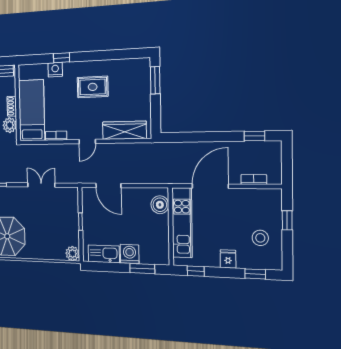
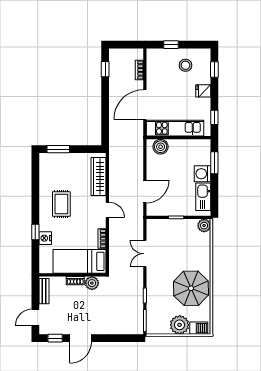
door: (210, 186) -> (145, 105), hinge flipped

